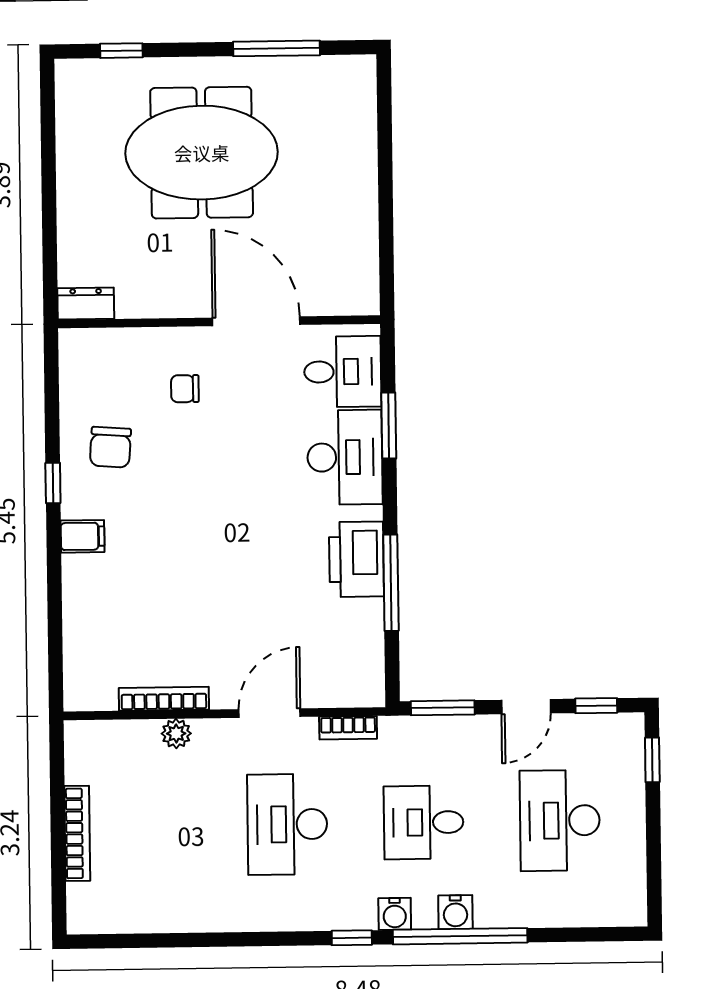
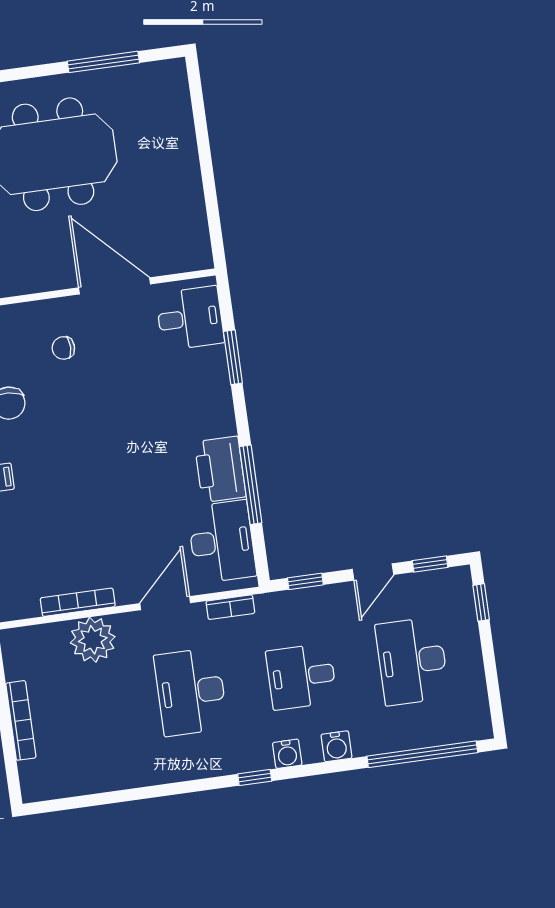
desk: (345, 457) -> (222, 542), moved
window: (443, 708) -> (305, 581), width x0.67
plant: (176, 734) -> (93, 640), width x1.88, depth x1.88
window: (460, 936) -> (422, 754), moved

